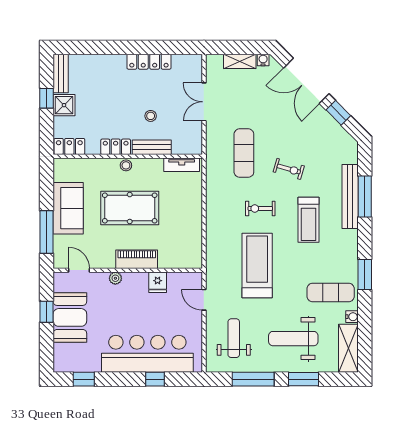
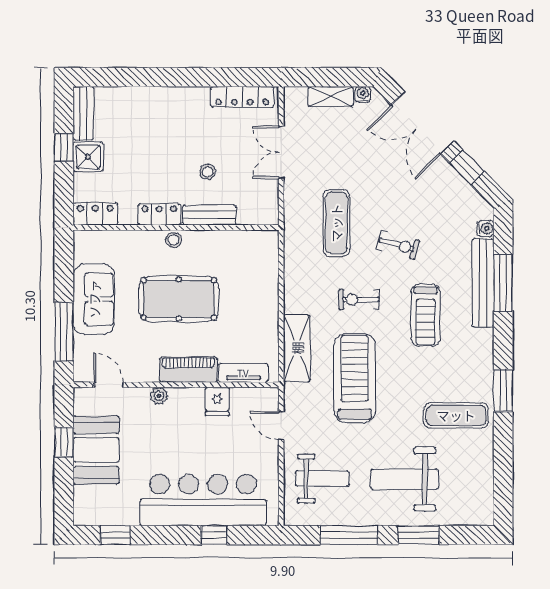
locker: (149, 62) -> (242, 97), moved
tv unit: (182, 165) -> (243, 373), moved, turned 180
water cooler: (352, 317) -> (486, 229), moved
weight bench: (234, 338) -> (322, 479), turned 90
shelving: (348, 348) -> (297, 348), moved

